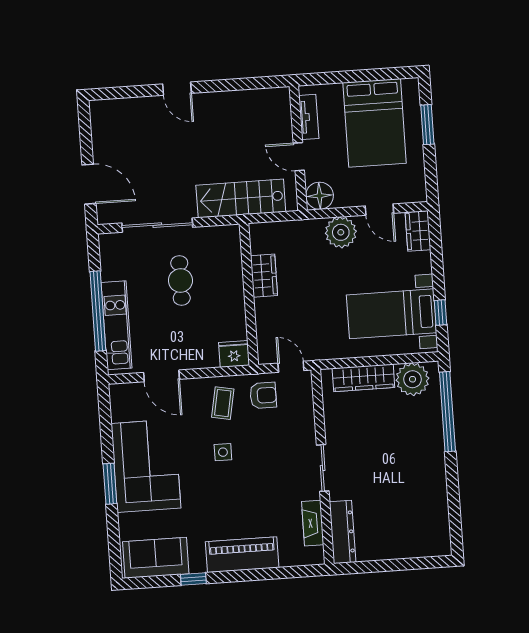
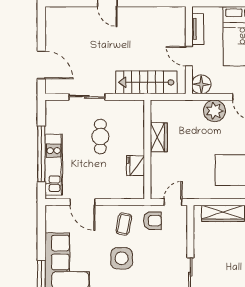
sliding door: (157, 225) -> (87, 97), width x0.73
fridge: (234, 354) -> (136, 166), moved, turned -90
door: (291, 367) -> (173, 202), hinge flipped
side table: (223, 452) -> (122, 258), width x1.87, depth x1.87

